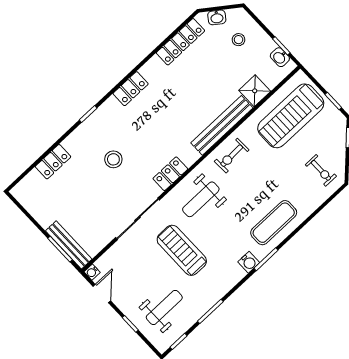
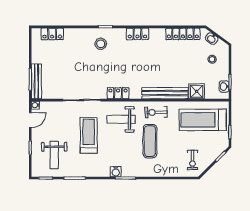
stool: (113, 159) -> (101, 44), moved
locker: (53, 162) -> (52, 34), moved
exercise mat: (274, 223) -> (150, 141), moved, turned 90
weight bench: (164, 307) -> (54, 155), turned 90

